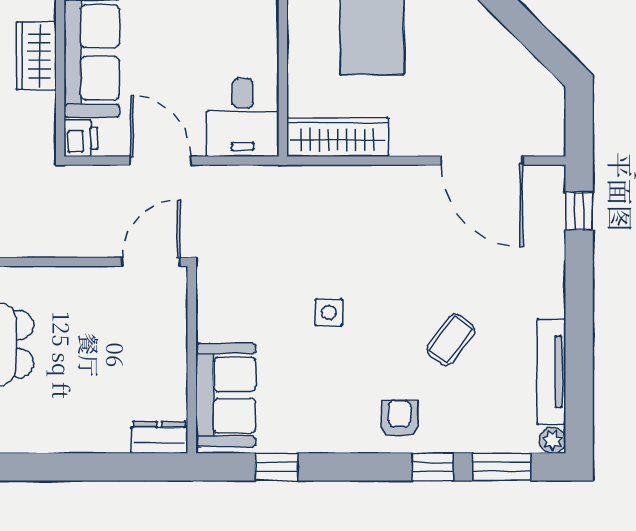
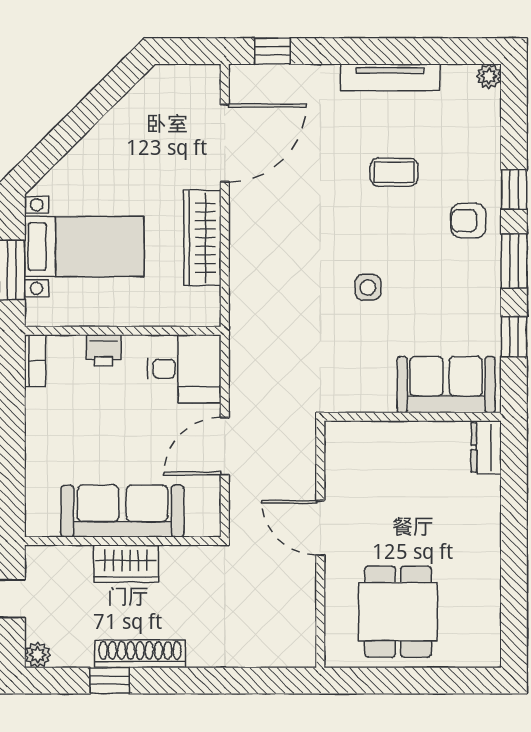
wardrobe: (338, 137) -> (202, 238), moved
printer: (81, 138) -> (104, 350), moved, turned 180
door: (151, 262) -> (320, 528), moved
coffee table: (451, 340) -> (394, 172), turned -37
tv unit: (551, 372) -> (390, 77), moved
window: (502, 467) -> (514, 261), moved

